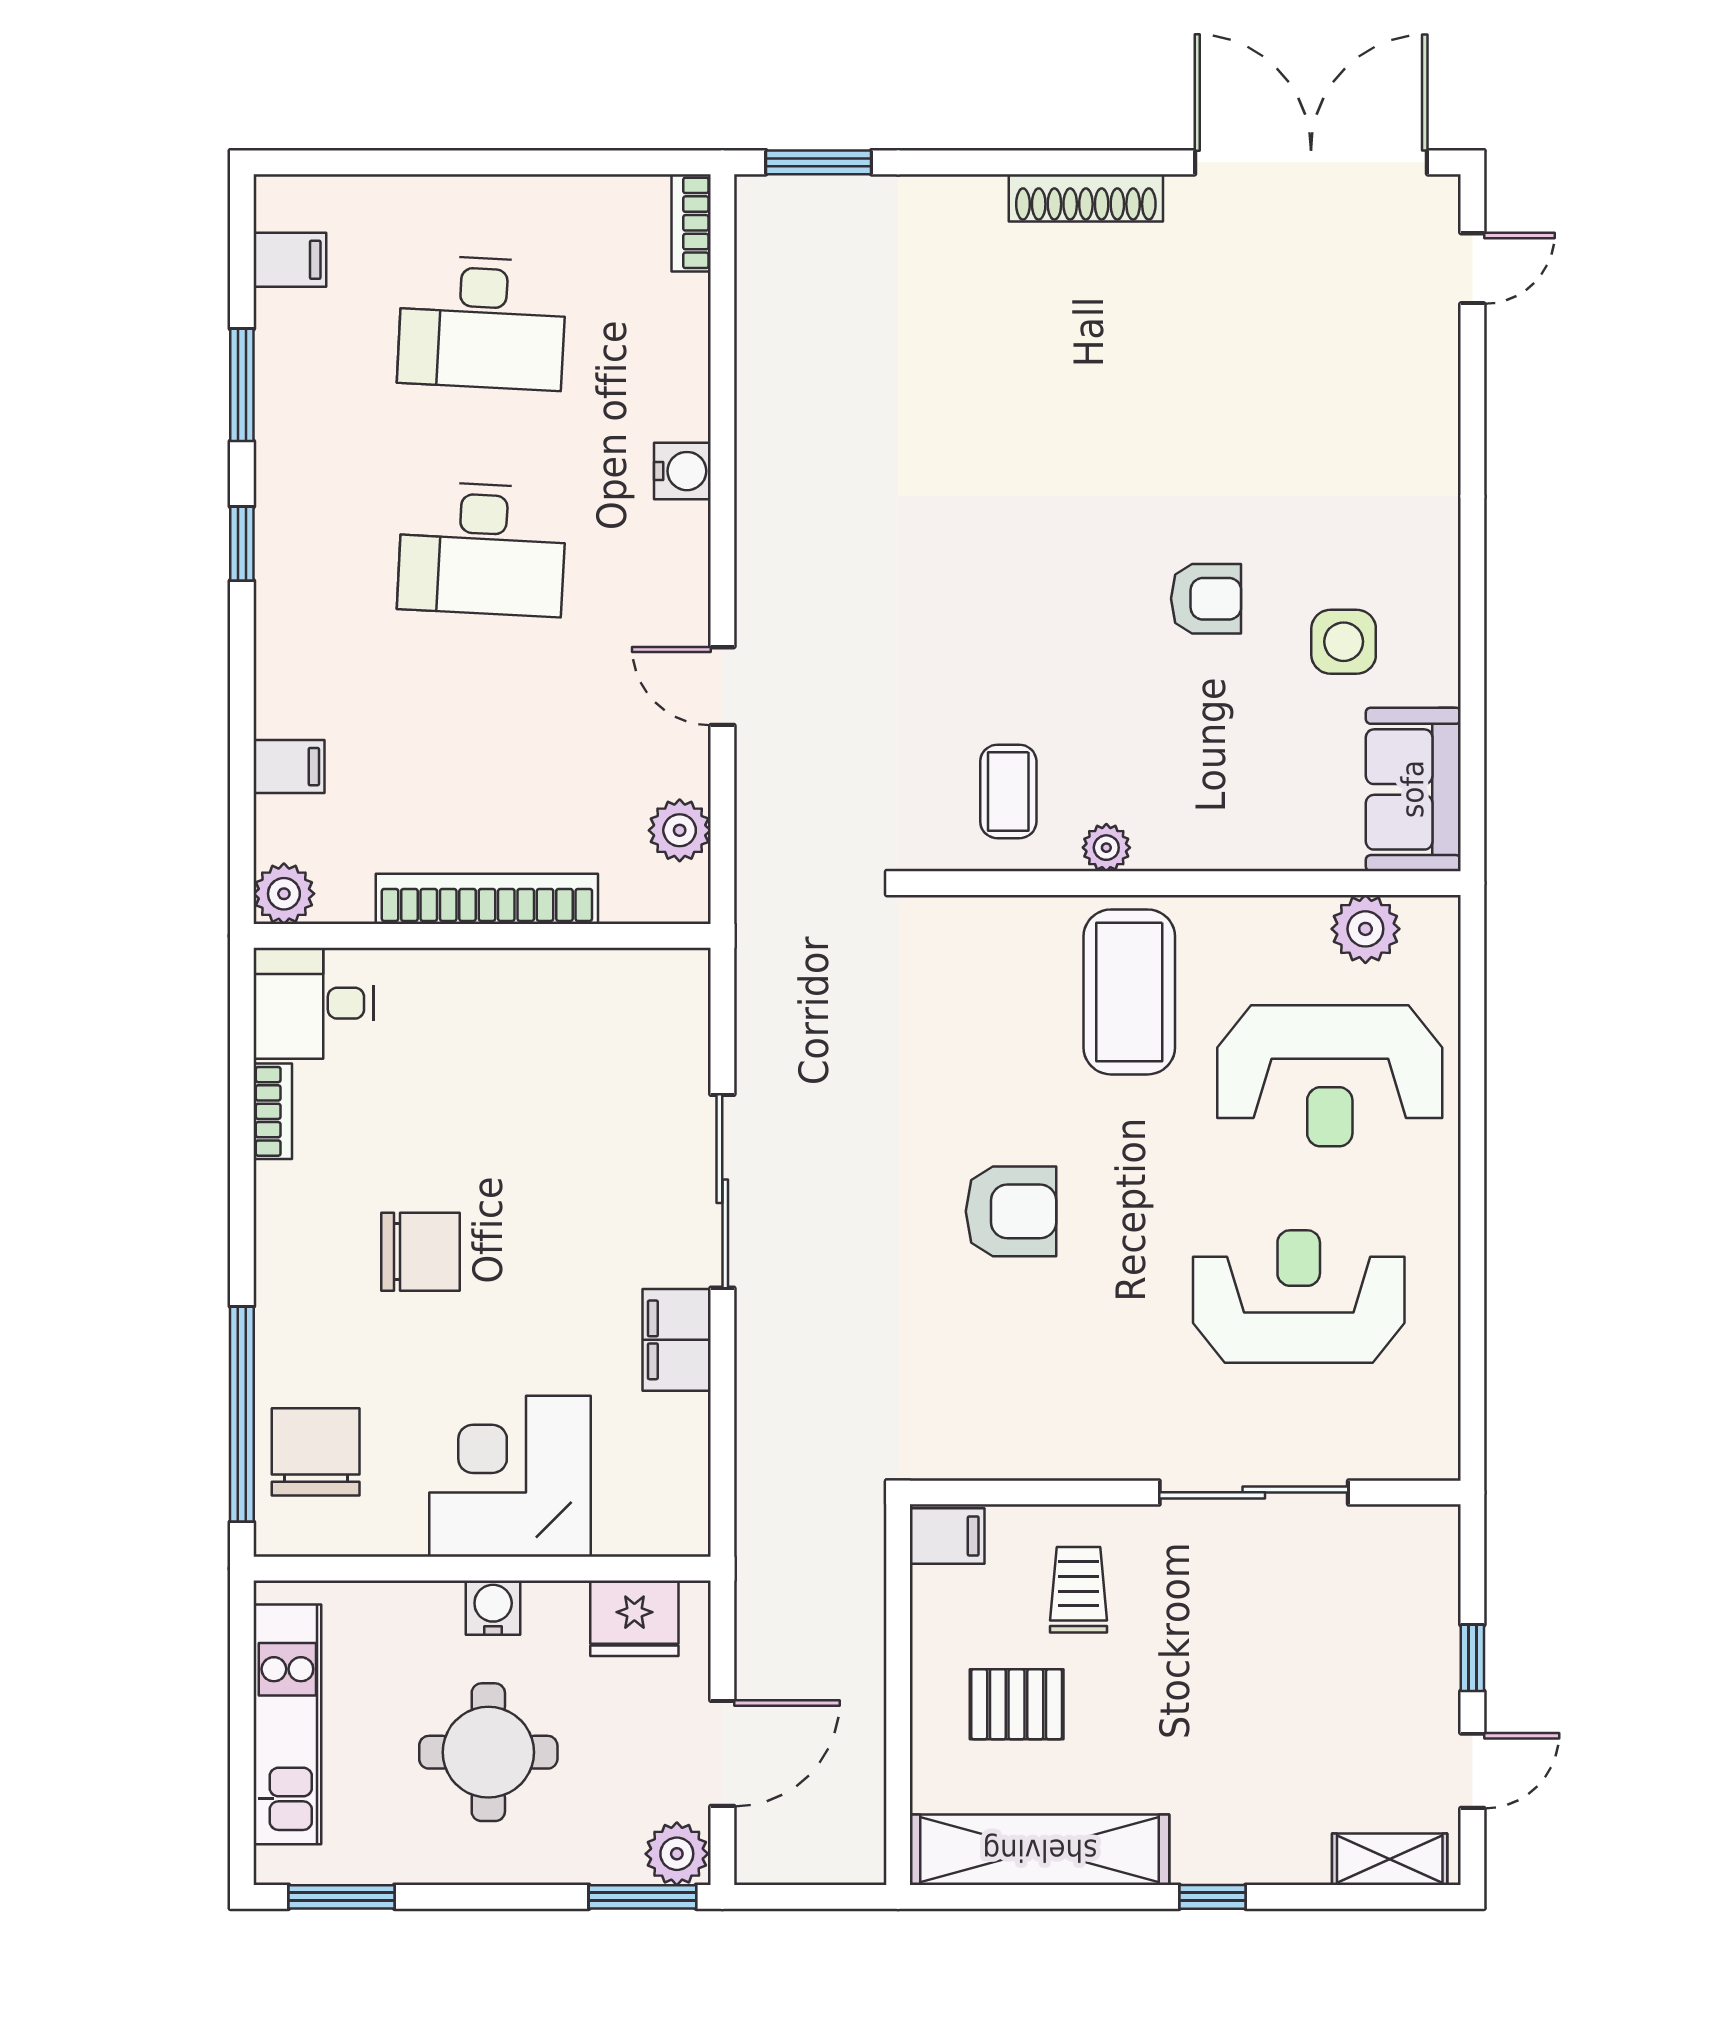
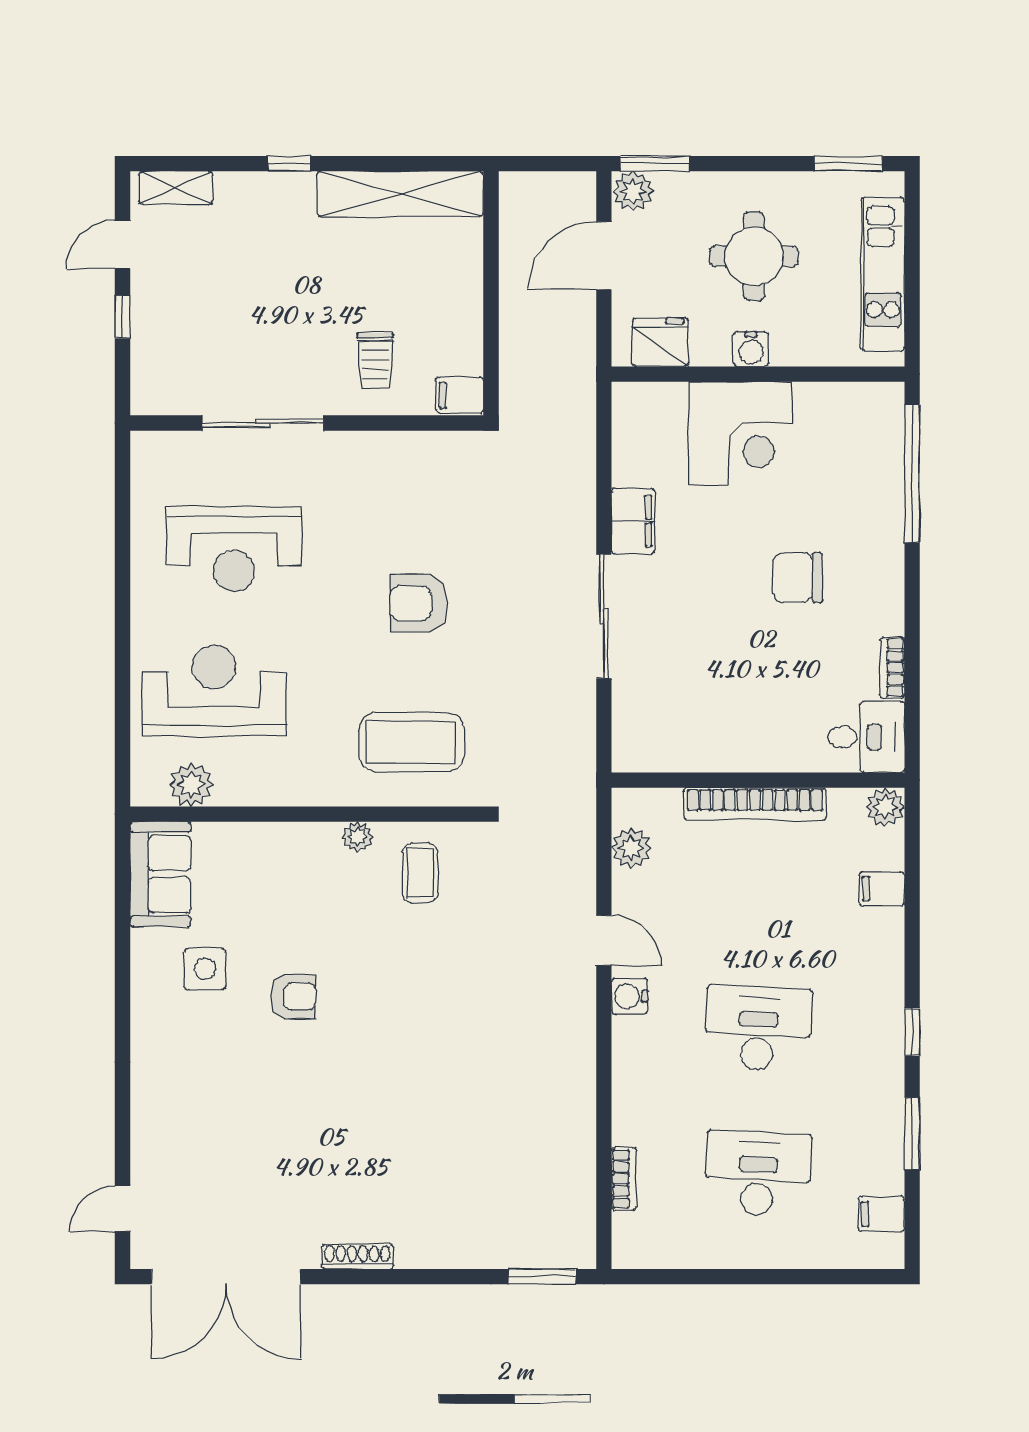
shoe rack: (1086, 198) -> (357, 1257), width x0.74, depth x0.81
bookcase: (691, 223) -> (624, 1179), moved
water cooler: (682, 471) -> (629, 996), moved
armchair: (1206, 599) -> (293, 996), turned 180
coffee table: (1129, 992) -> (411, 742), moved, turned 90
chair: (316, 1452) -> (865, 449), removed
pallet: (1017, 1704) -> (415, 287), removed

